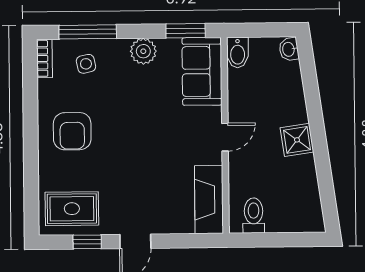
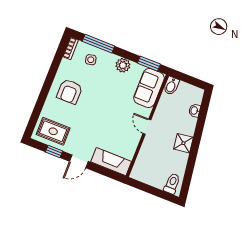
washbasin: (289, 49) -> (195, 111), moved
door: (225, 137) -> (147, 127), swing flipped
fireplace: (209, 200) -> (111, 162), moved, turned 90
toilet: (254, 216) -> (172, 184), moved

